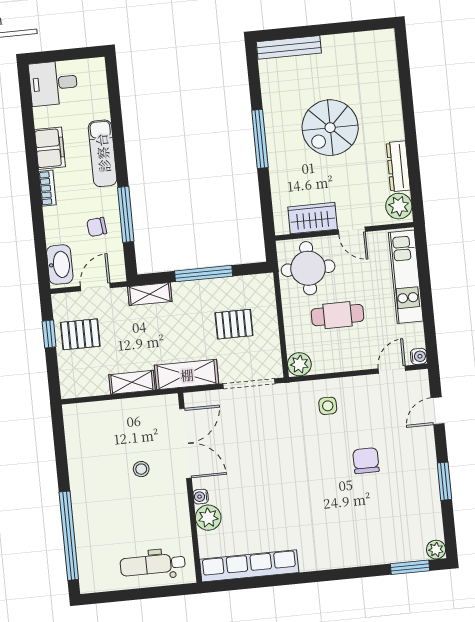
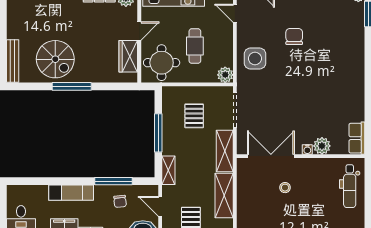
spiral stairs: (330, 128) -> (55, 59), moved
shelving: (132, 382) -> (224, 196), width x1.50, depth x1.33
side table: (328, 406) -> (255, 59), width x1.87, depth x1.87
chair: (366, 461) -> (294, 37), turned 90
row of seats: (249, 566) -> (357, 138), width x0.50

